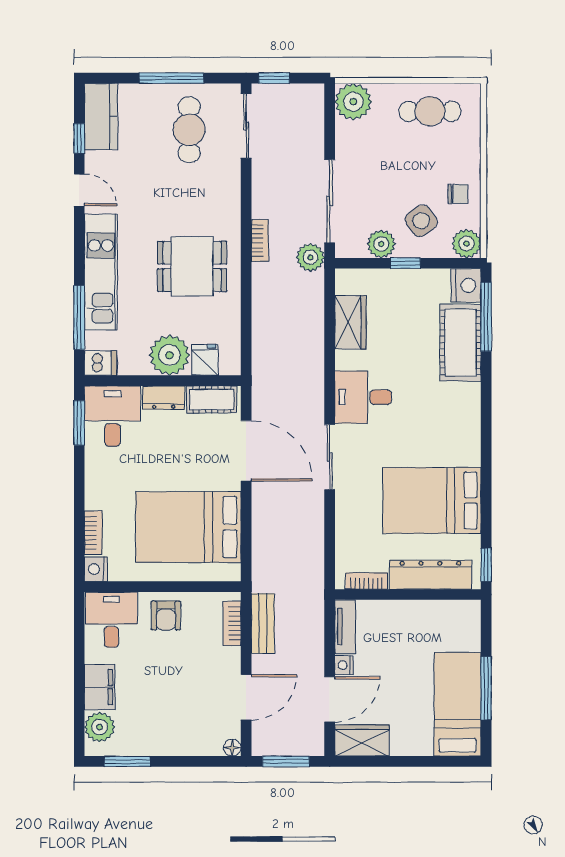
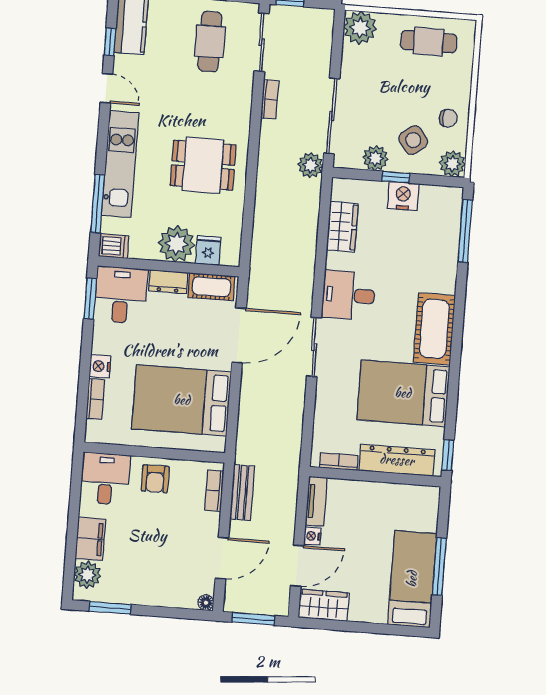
bookcase: (260, 240) -> (270, 99), moved
nightstand: (466, 285) -> (403, 196), moved, turned -90
cot: (460, 343) -> (434, 329), moved
door: (246, 451) -> (239, 335), hinge flipped
nightstand: (96, 569) -> (100, 366), moved

